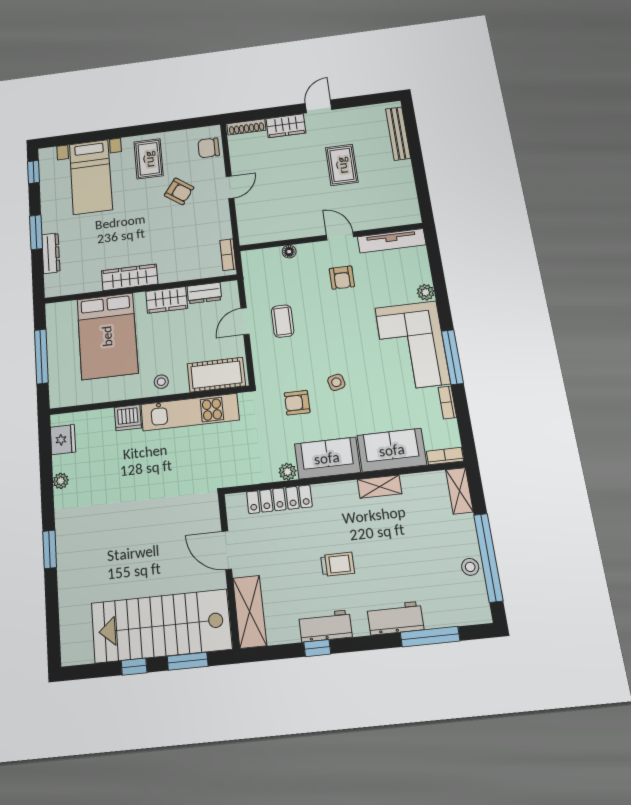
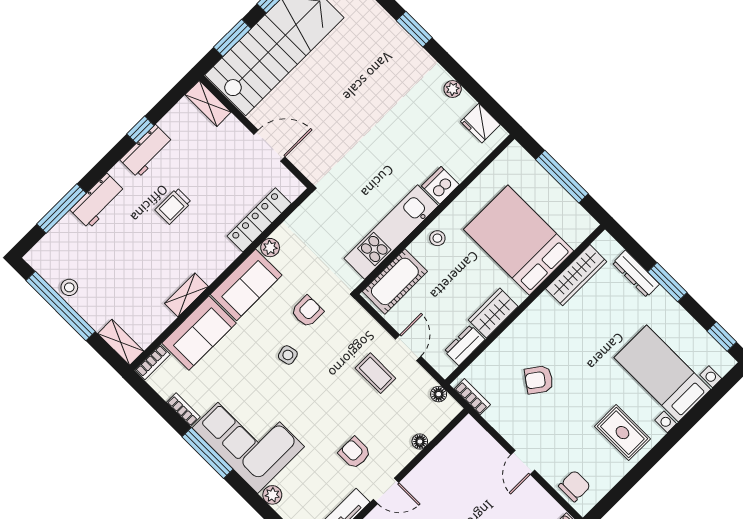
armchair: (179, 191) -> (539, 380), moved
floor lamp: (250, 274) -> (439, 394), added
wardrobe: (130, 277) -> (576, 275), moved
shelving: (250, 612) -> (208, 103), width x0.67, depth x0.75

